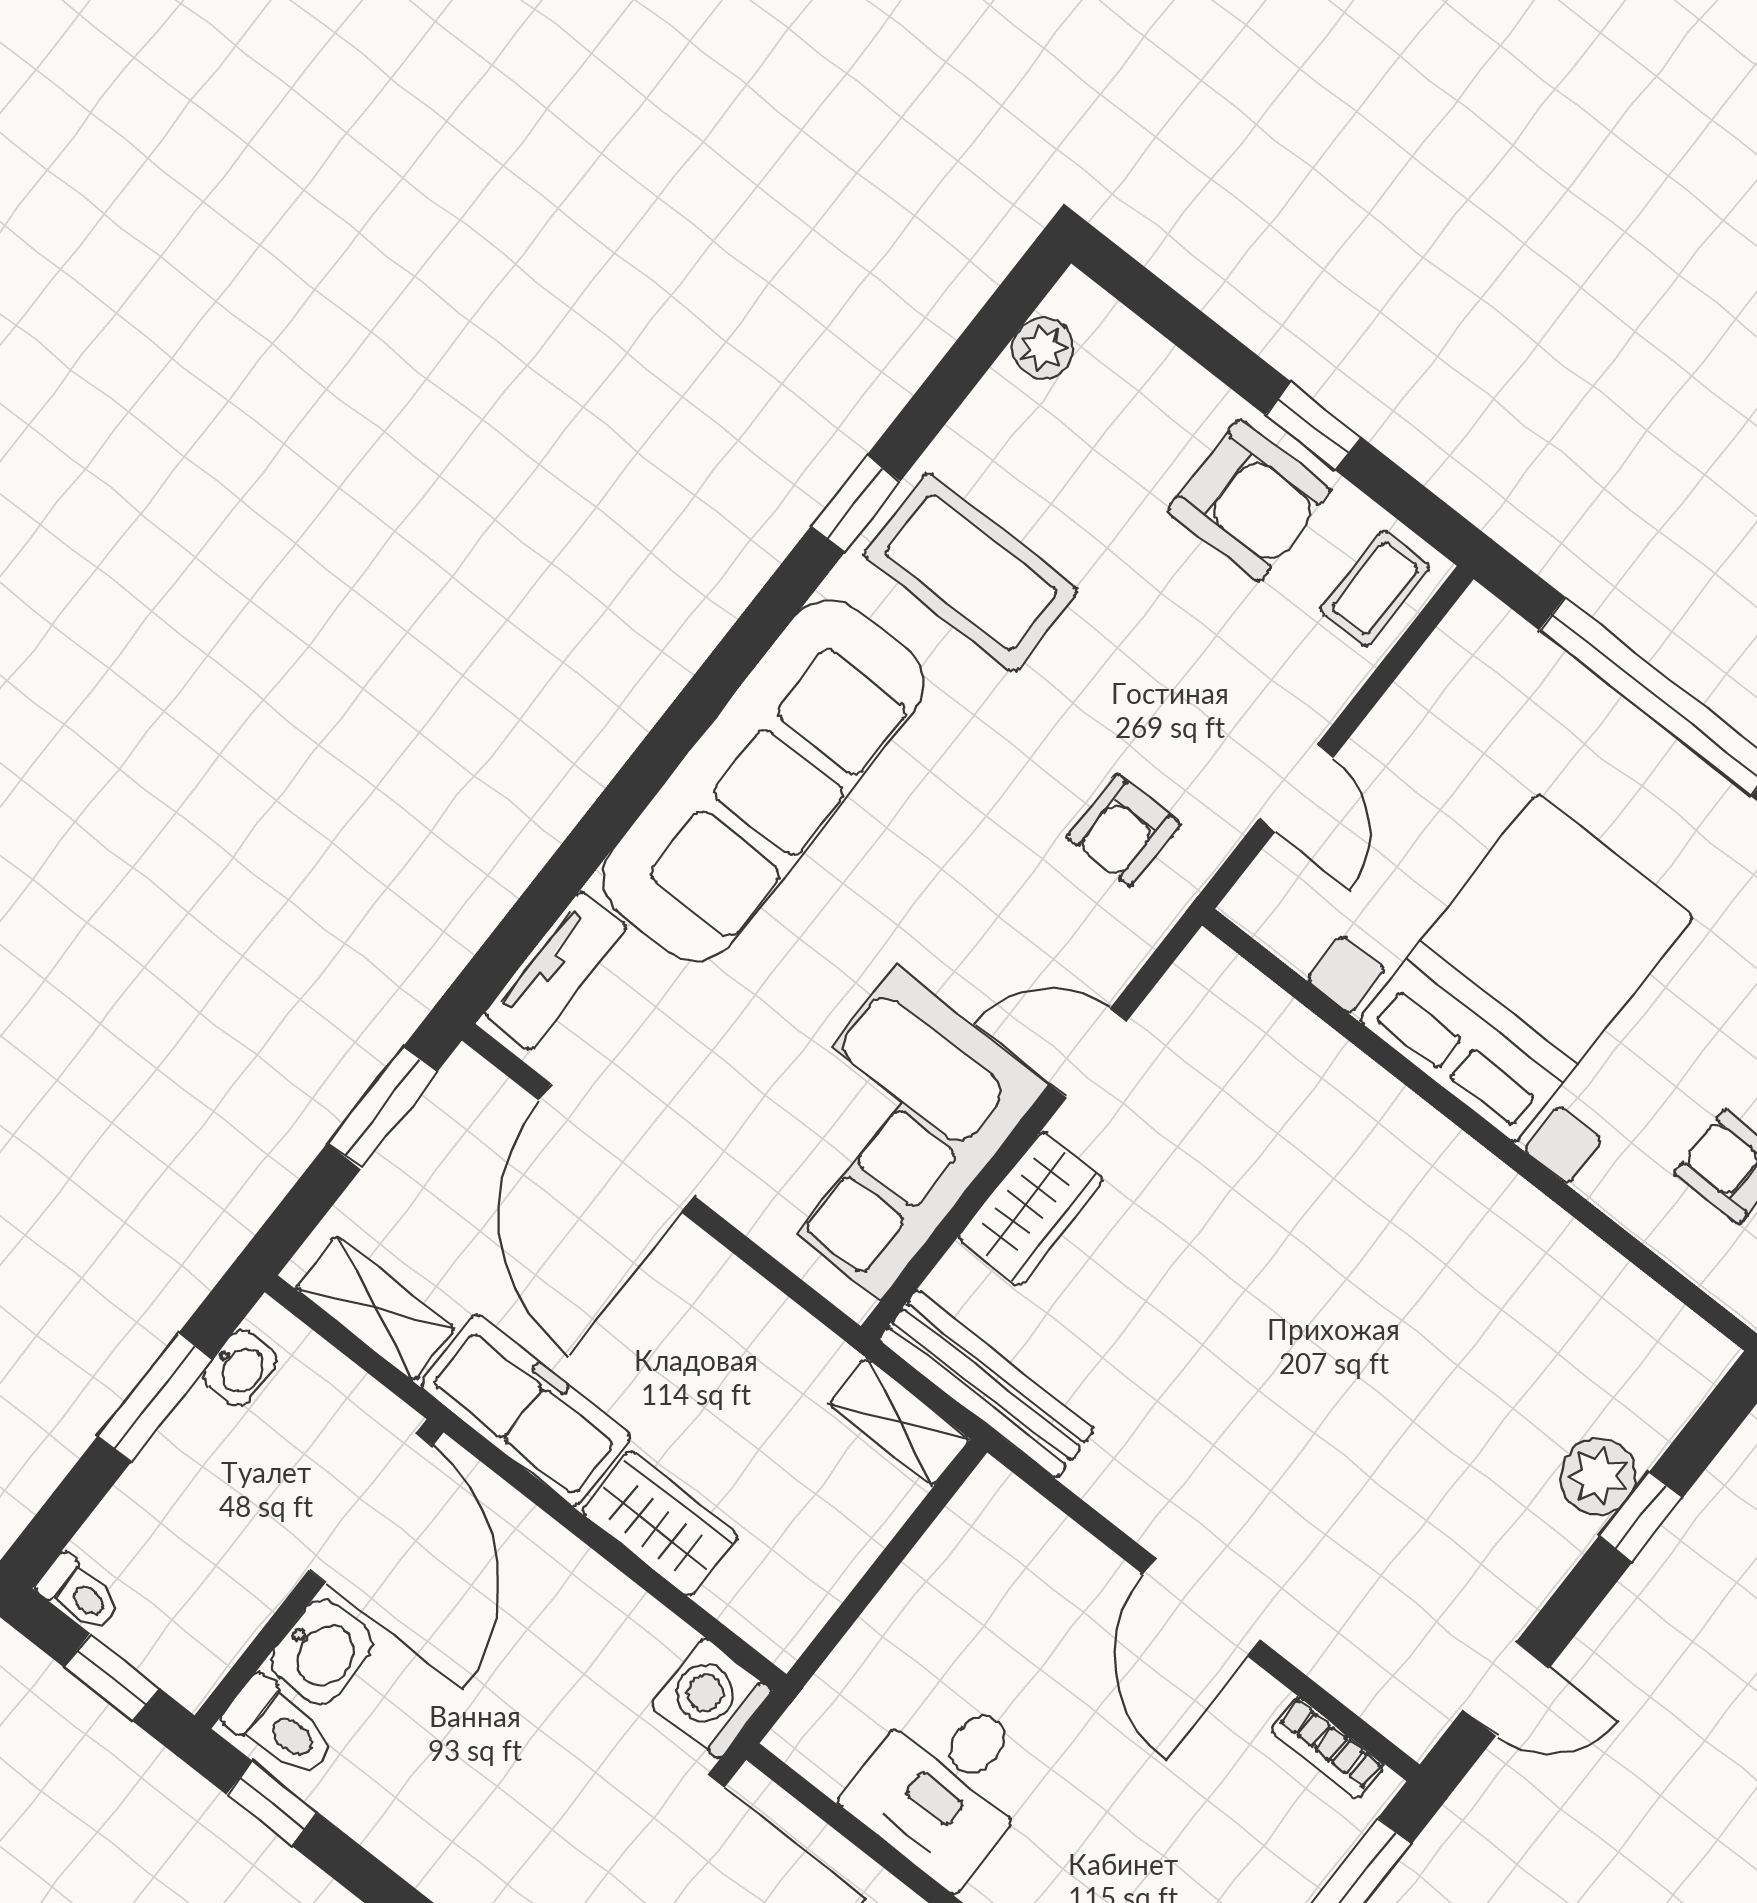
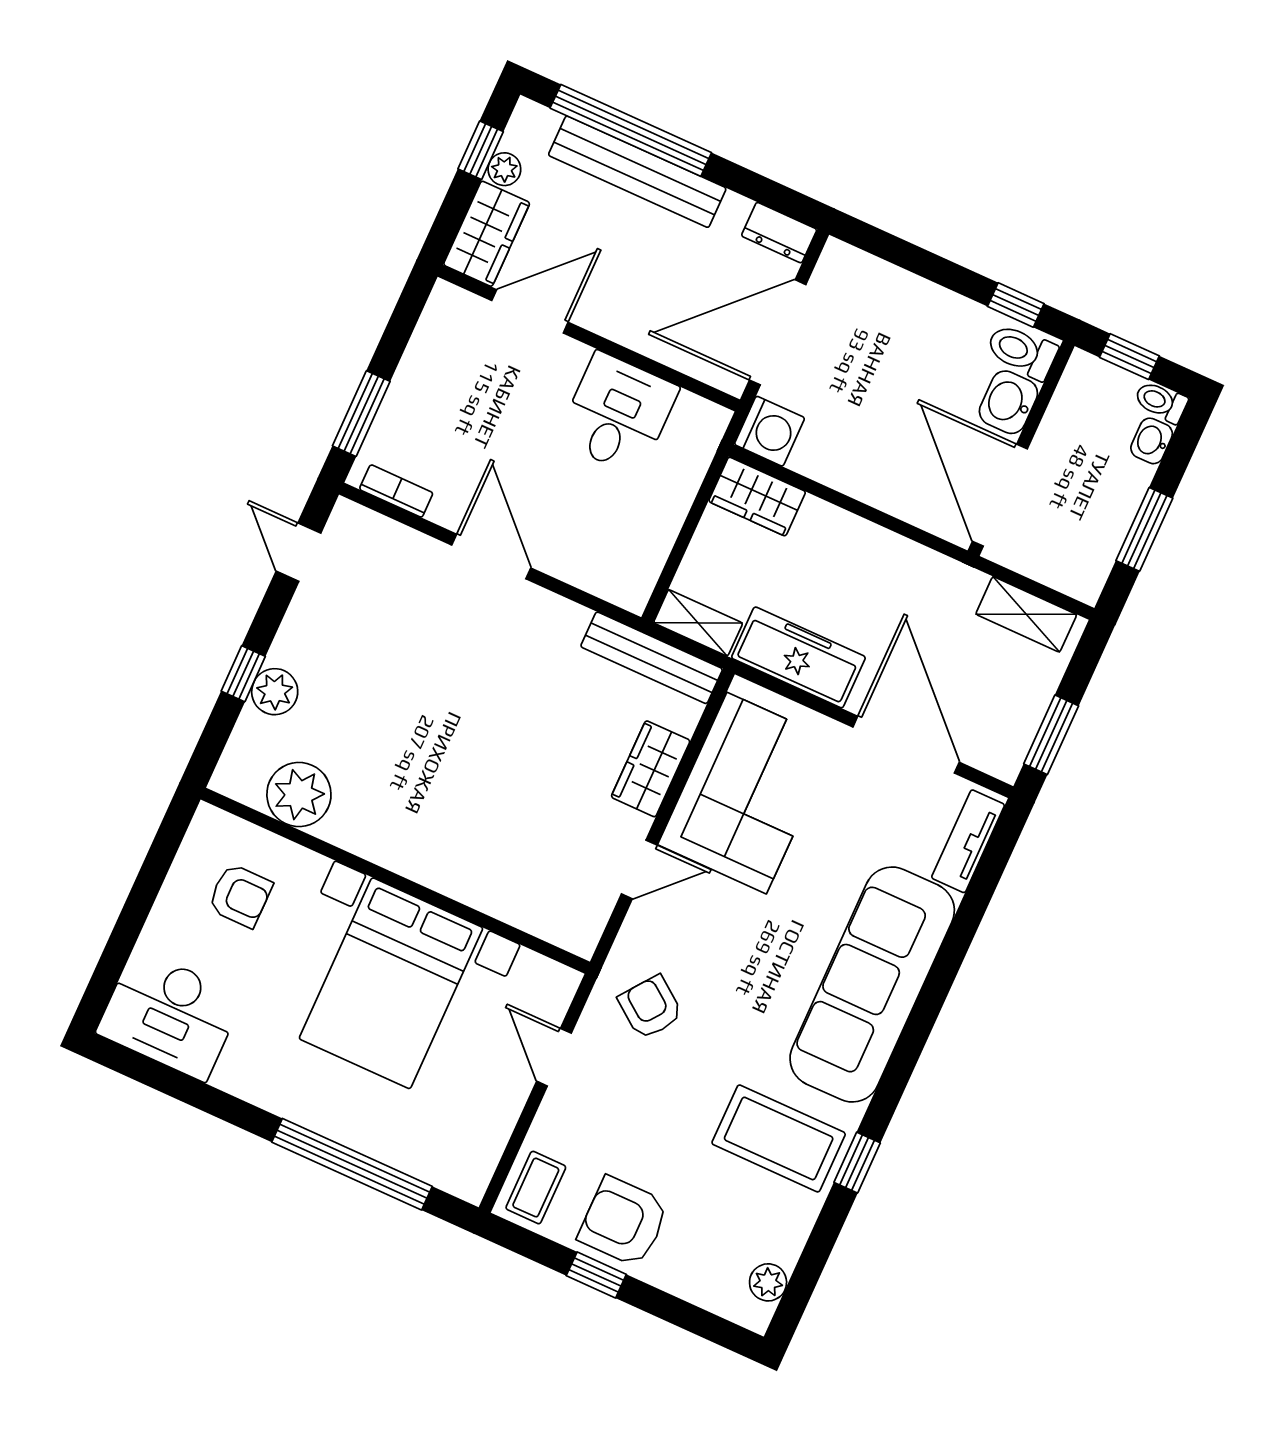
armchair: (1124, 830) -> (650, 1007), turned -53
plant: (1599, 1304) -> (299, 795), added
washbasin: (240, 1368) -> (1152, 441), moved
freezer: (526, 1410) -> (798, 657), moved, turned 180
wardrobe: (660, 1523) -> (757, 496), moved
door: (1506, 1689) -> (298, 552), hinge flipped

